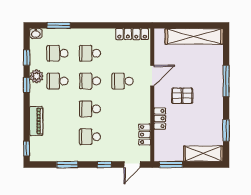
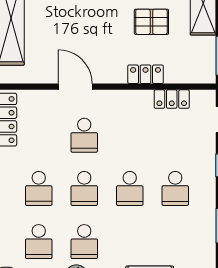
pallet: (182, 96) -> (151, 22), moved, turned 90

